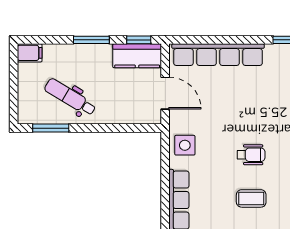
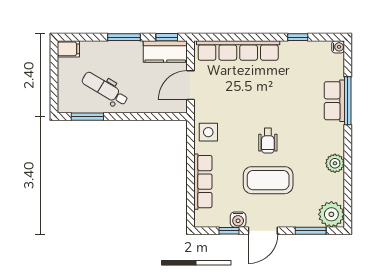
door: (165, 93) -> (190, 85), swing flipped
wheelchair: (251, 155) -> (268, 141), turned 90
coffee table: (251, 198) -> (268, 180), width x1.86, depth x1.72

